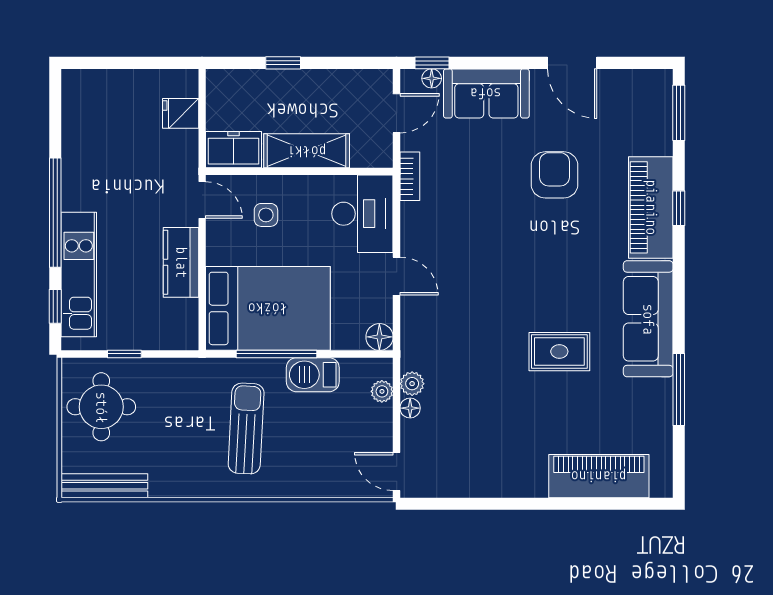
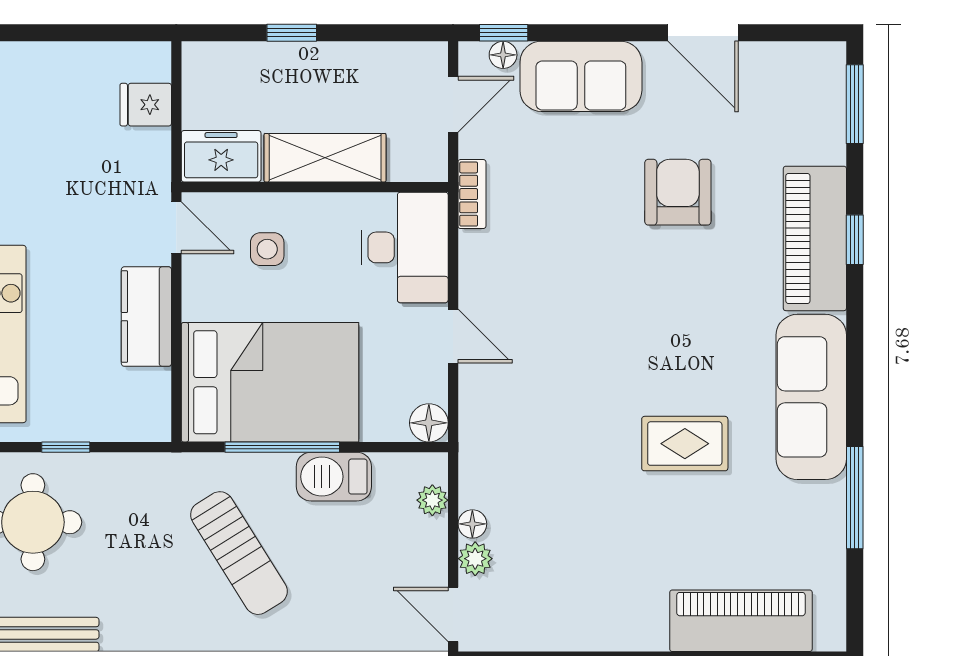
plant: (412, 384) -> (475, 559), moved
sun lounger: (246, 428) -> (239, 553), turned 145

